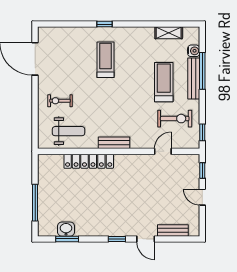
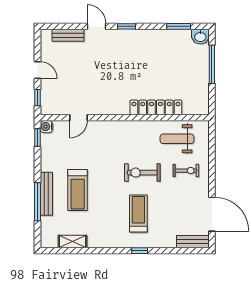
water cooler: (194, 51) -> (46, 127), moved
treadmill: (106, 60) -> (138, 213), turned 180
exercise bike: (175, 119) -> (142, 173), moved
bench: (114, 143) -> (193, 242), moved
washbasin: (66, 229) -> (200, 37), moved

